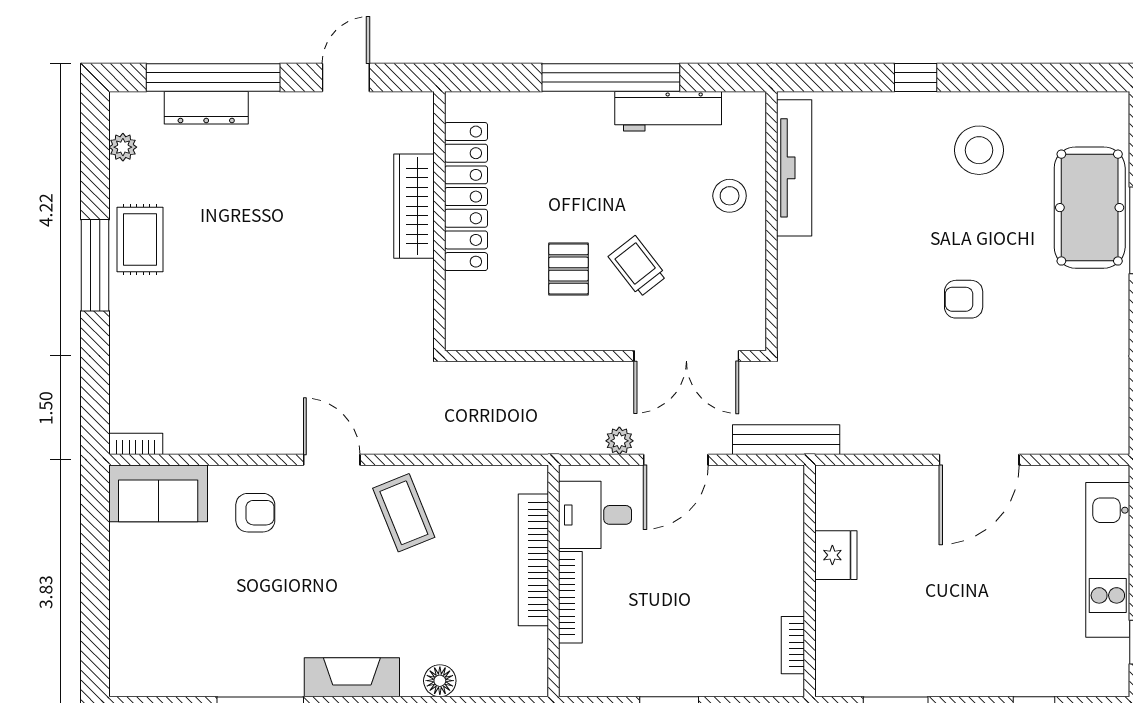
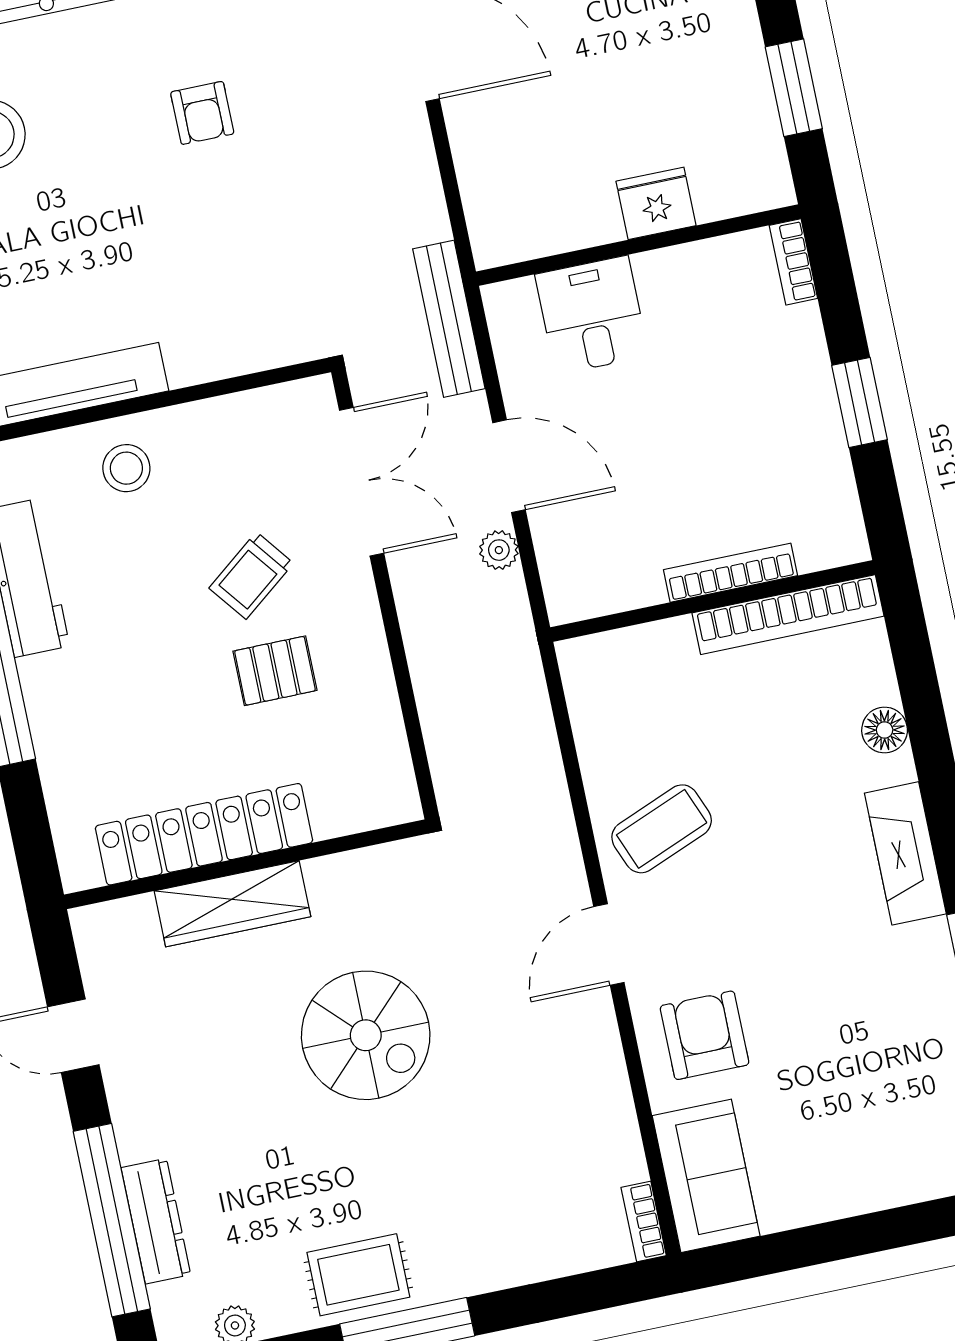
spiral stairs: (304, 279) -> (366, 1035), added
armchair: (255, 513) -> (705, 1035), width x1.38, depth x1.38
desk: (595, 515) -> (592, 315), moved, turned 180
fridge: (836, 555) -> (656, 203), moved
bookcase: (533, 560) -> (788, 615), moved
bookcase: (793, 645) -> (793, 262), moved, turned 90

